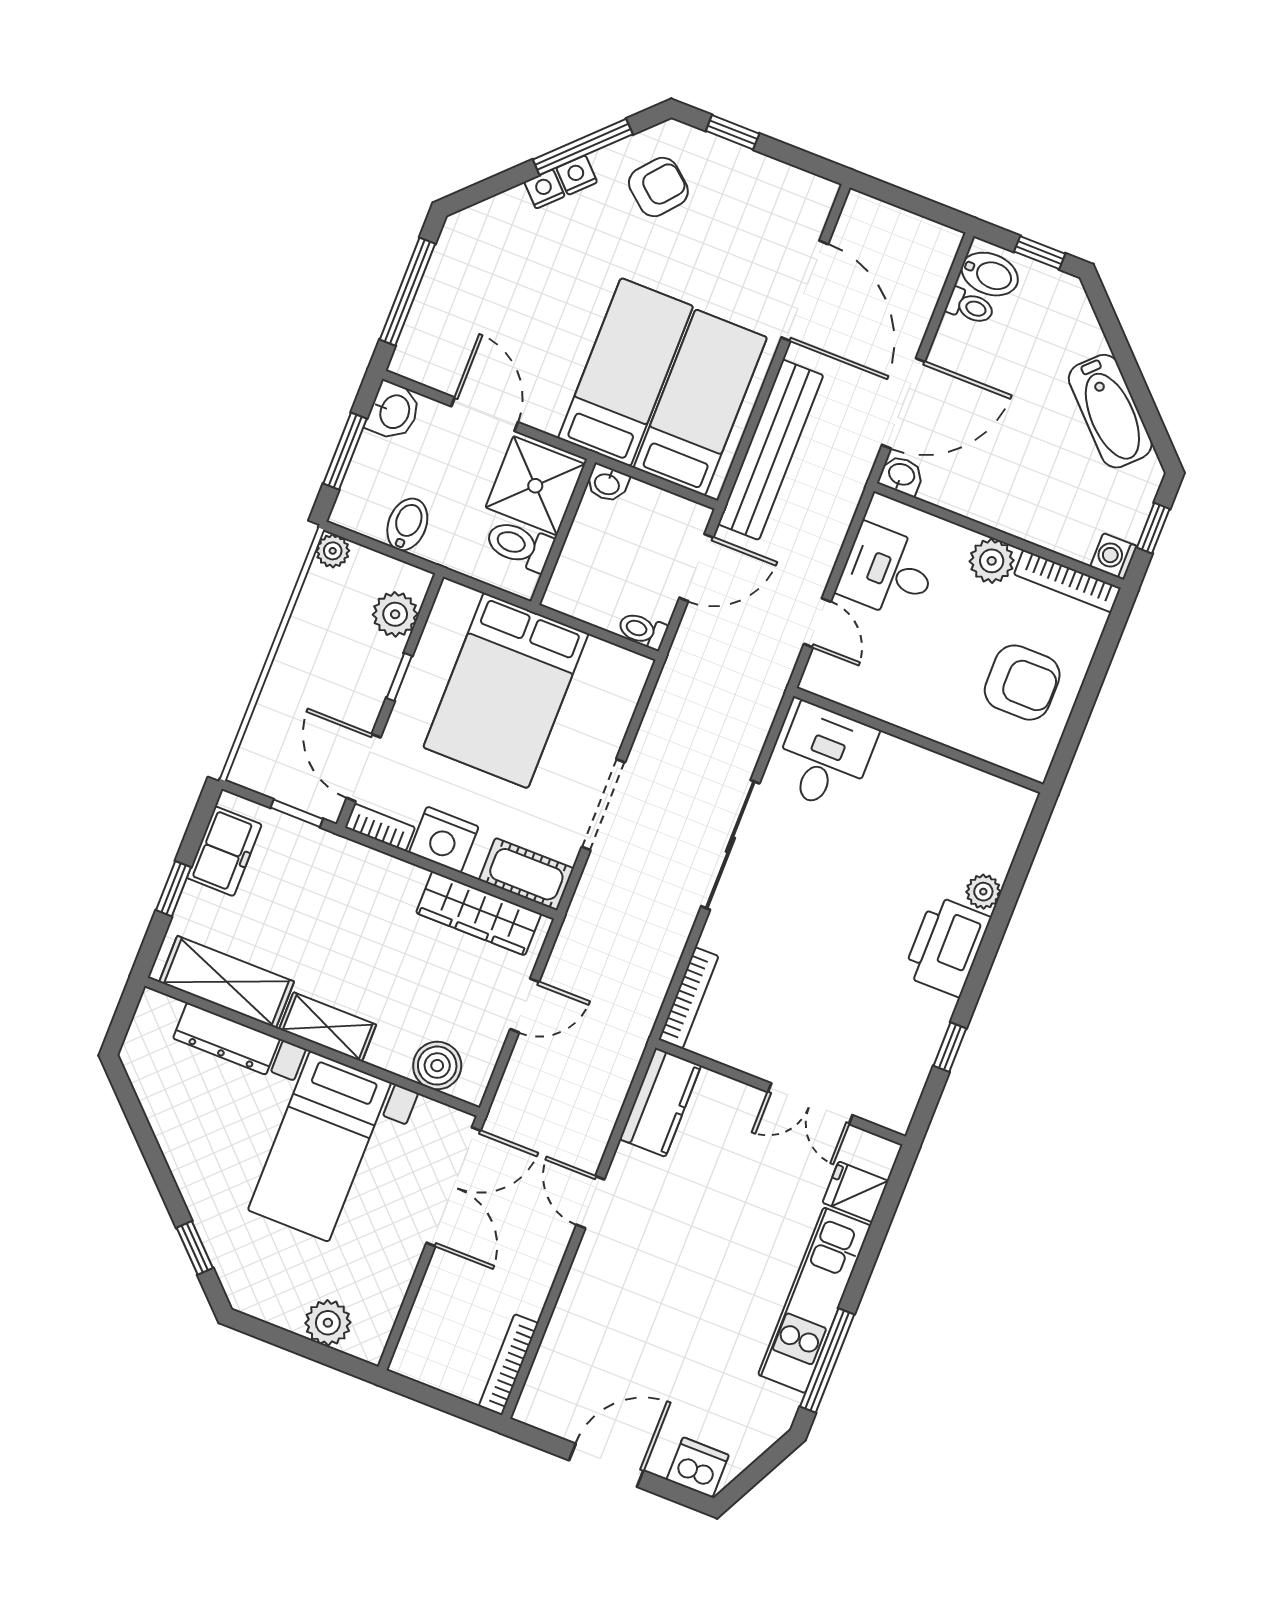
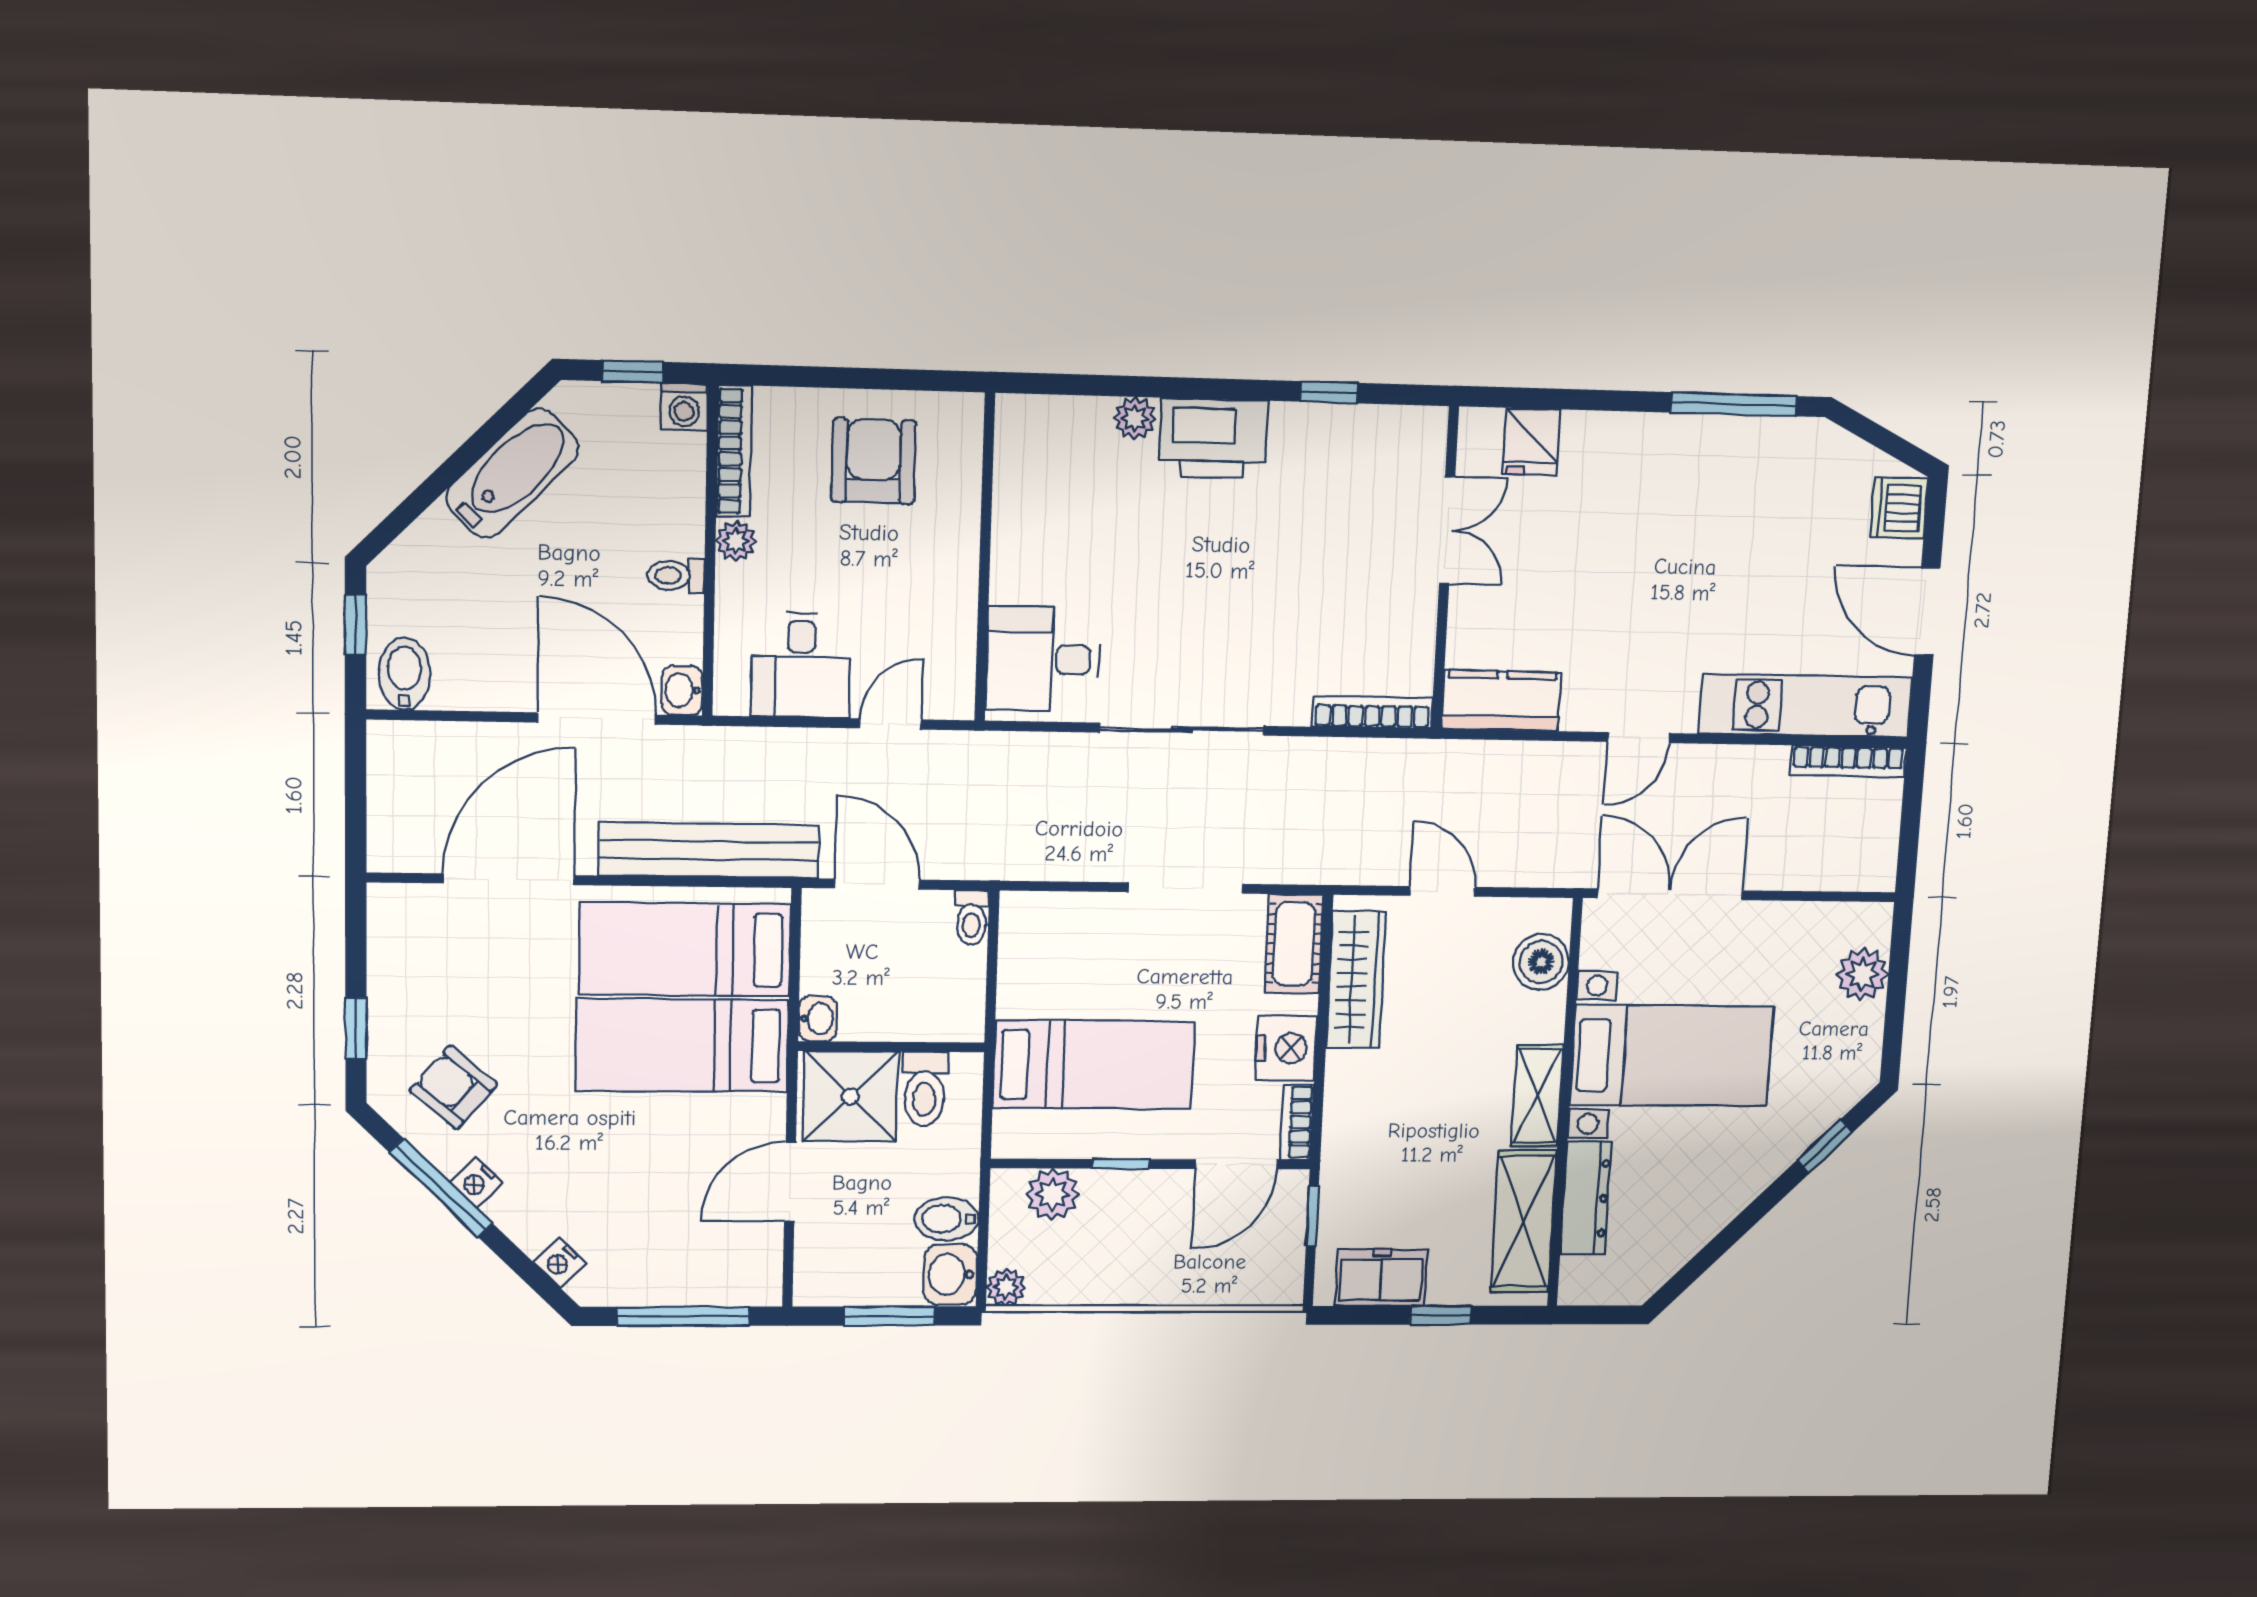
nightstand: (544, 189) -> (560, 1262), moved
toilet: (970, 306) -> (676, 576), moved, turned -90
washbasin: (394, 411) -> (950, 1274), moved, turned -90
plant: (992, 561) -> (736, 541), width x0.73, depth x0.73
bed: (506, 690) -> (1094, 1065), width x0.67
kitchen unit: (814, 1300) -> (1806, 706), moved, turned 180

